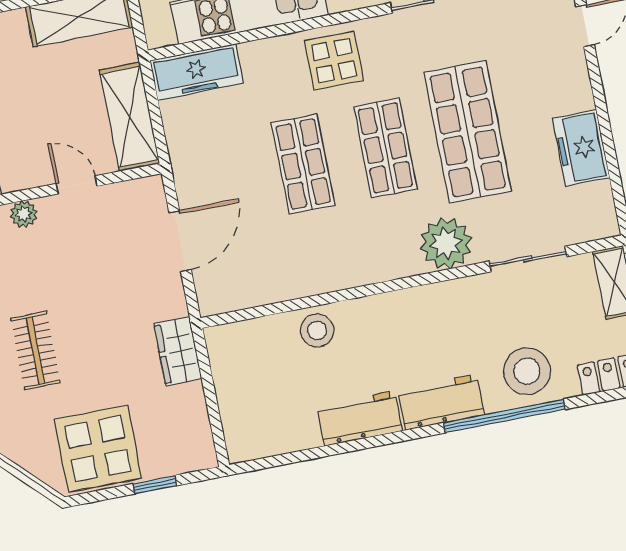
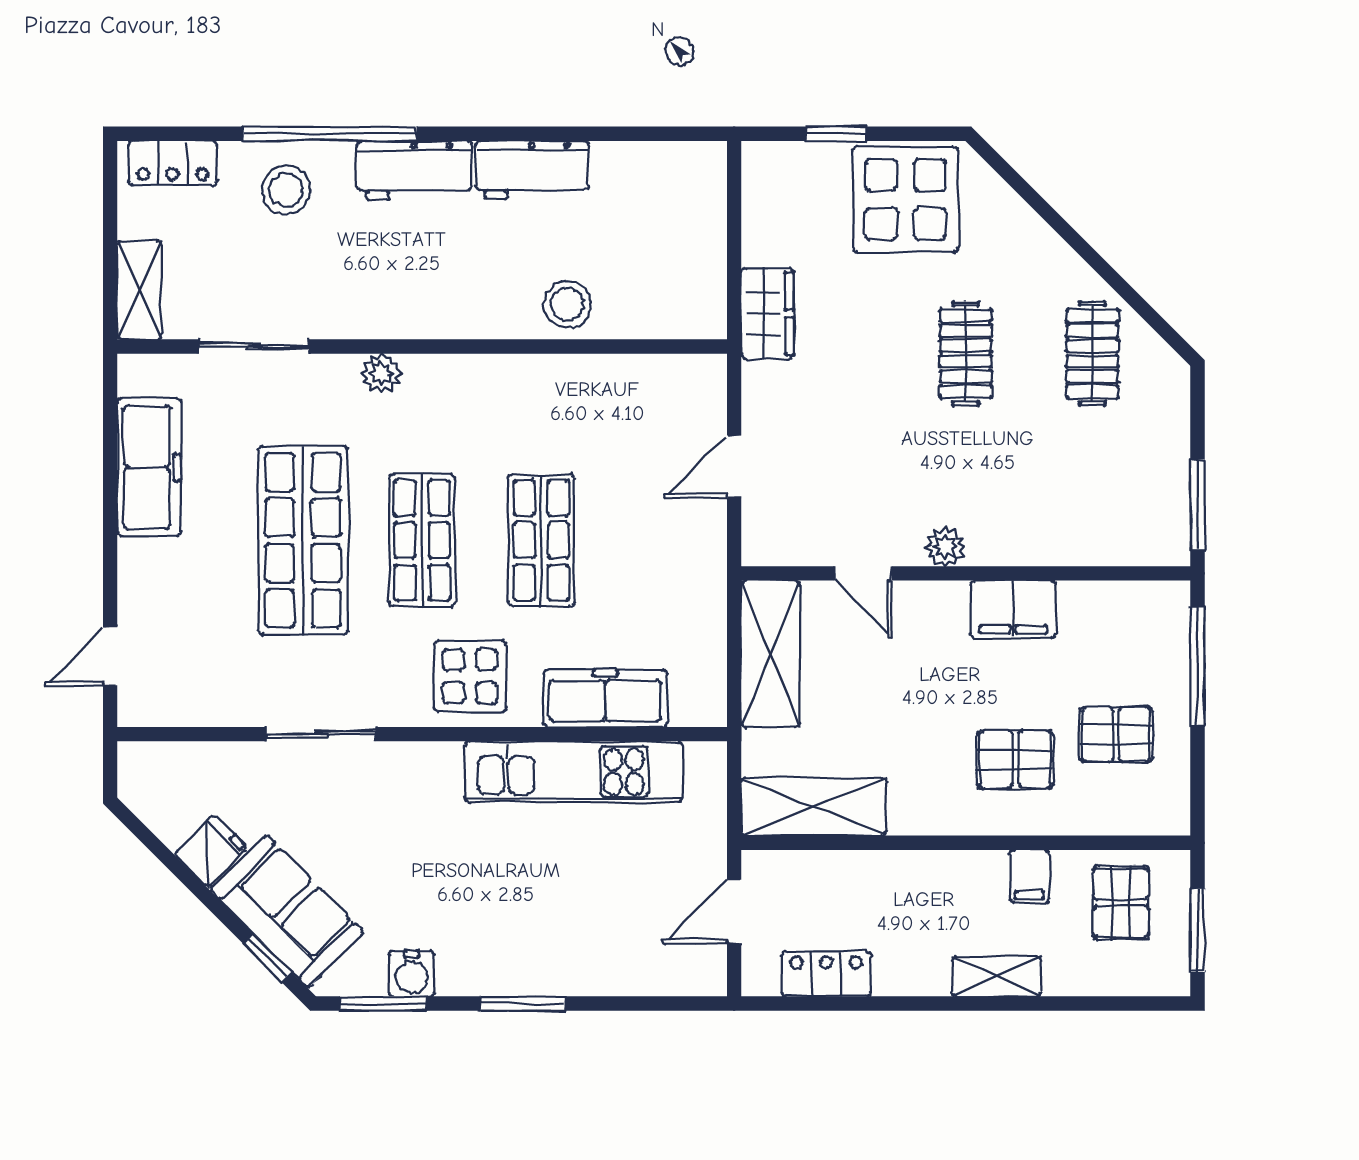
freezer: (196, 72) -> (605, 698), moved
freezer: (581, 148) -> (149, 467), width x1.40
door: (180, 241) -> (734, 466), width x0.73
plant: (446, 243) -> (381, 373), width x0.53, depth x0.53
stool: (527, 371) -> (286, 190), width x0.73, depth x0.73

